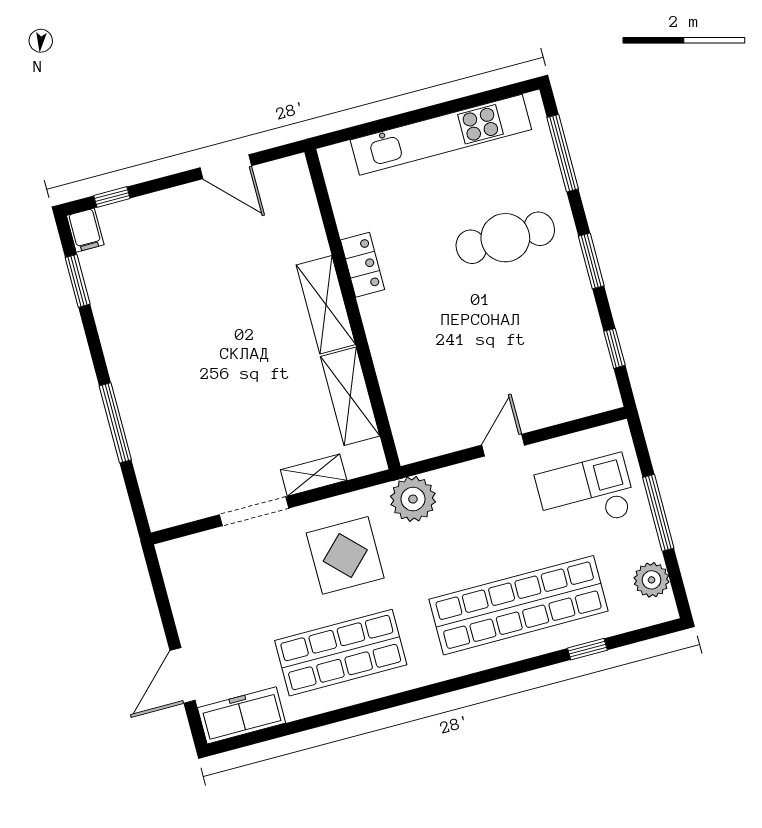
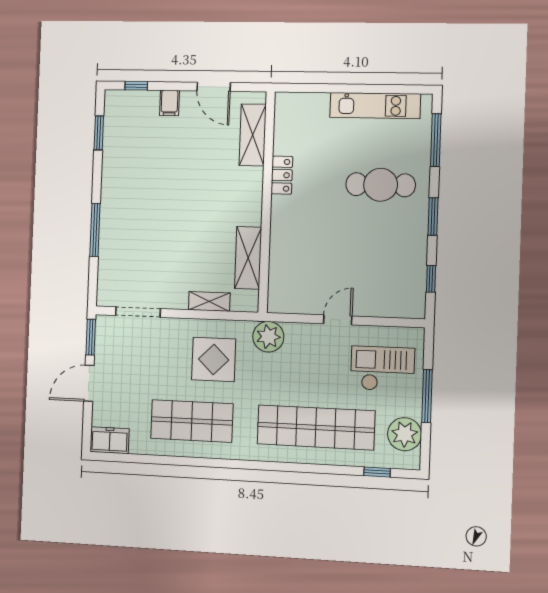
kitchen unit: (441, 135) -> (375, 106), width x0.73
filing cabinet: (85, 230) -> (169, 103), moved
shelving: (326, 305) -> (253, 135), moved
doorway: (254, 511) -> (138, 312), moved
window: (157, 579) -> (91, 337), added
plant: (652, 580) -> (405, 434), width x1.36, depth x1.36
window: (587, 649) -> (377, 472), moved
door: (183, 675) -> (89, 383), moved
freezer: (242, 715) -> (110, 440), width x0.71

